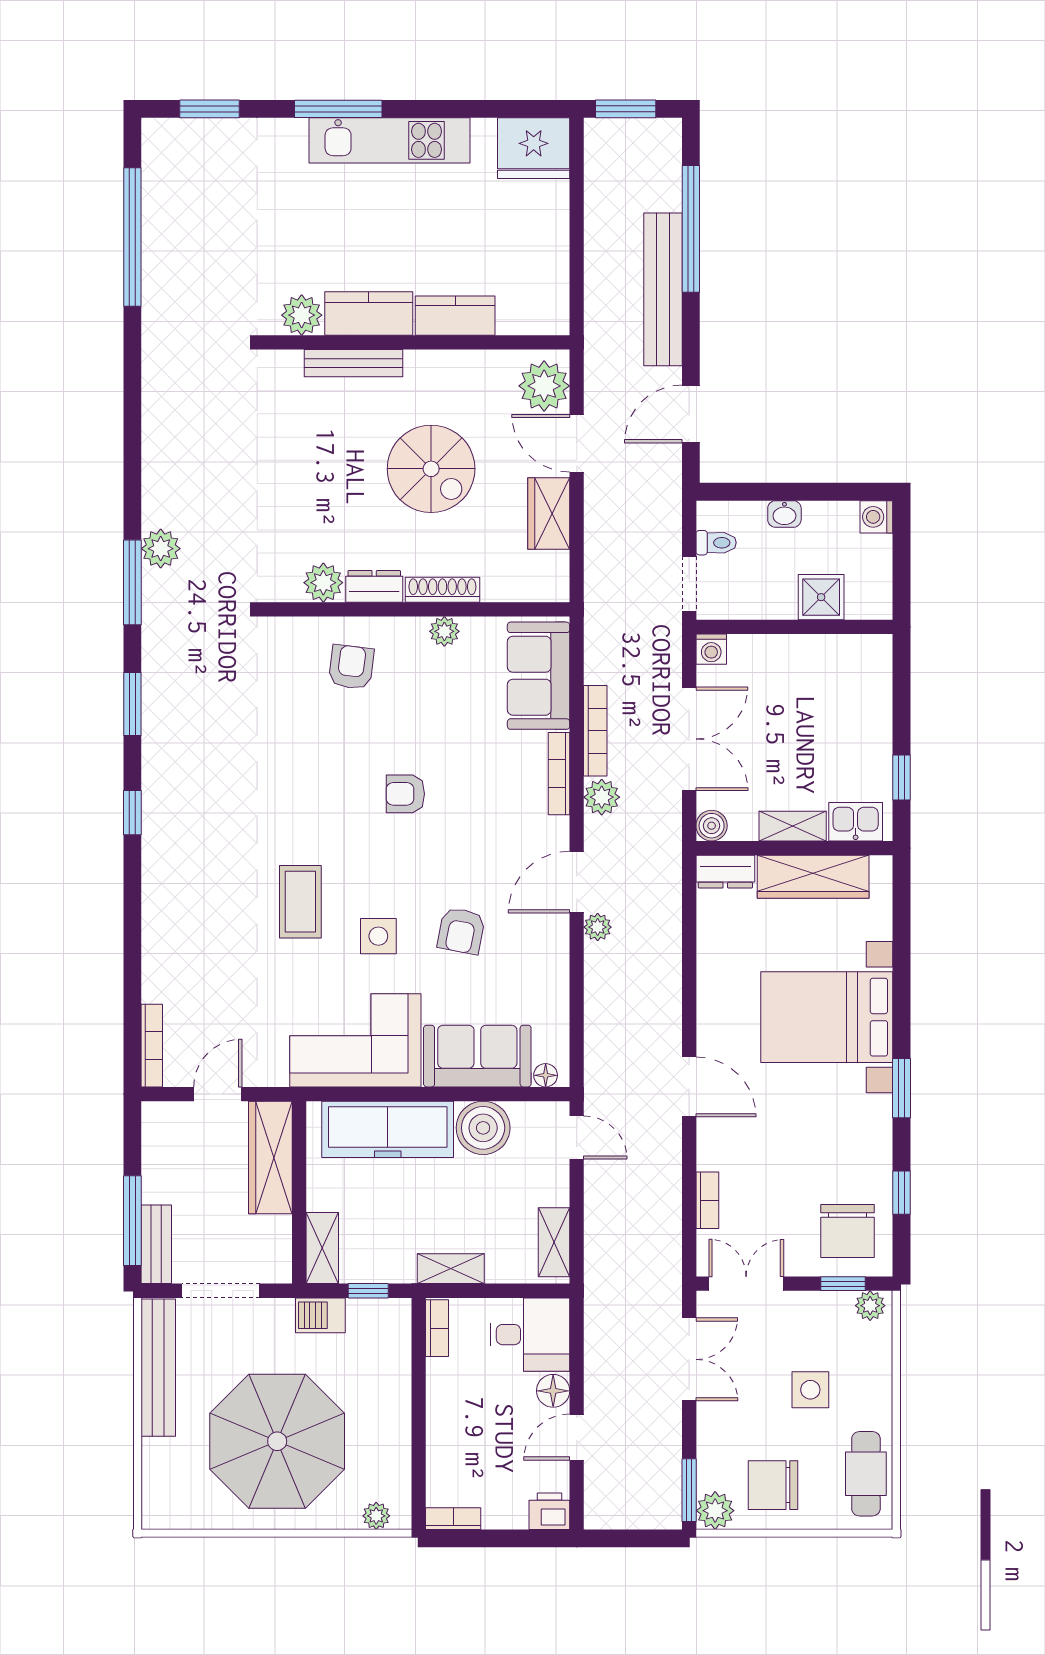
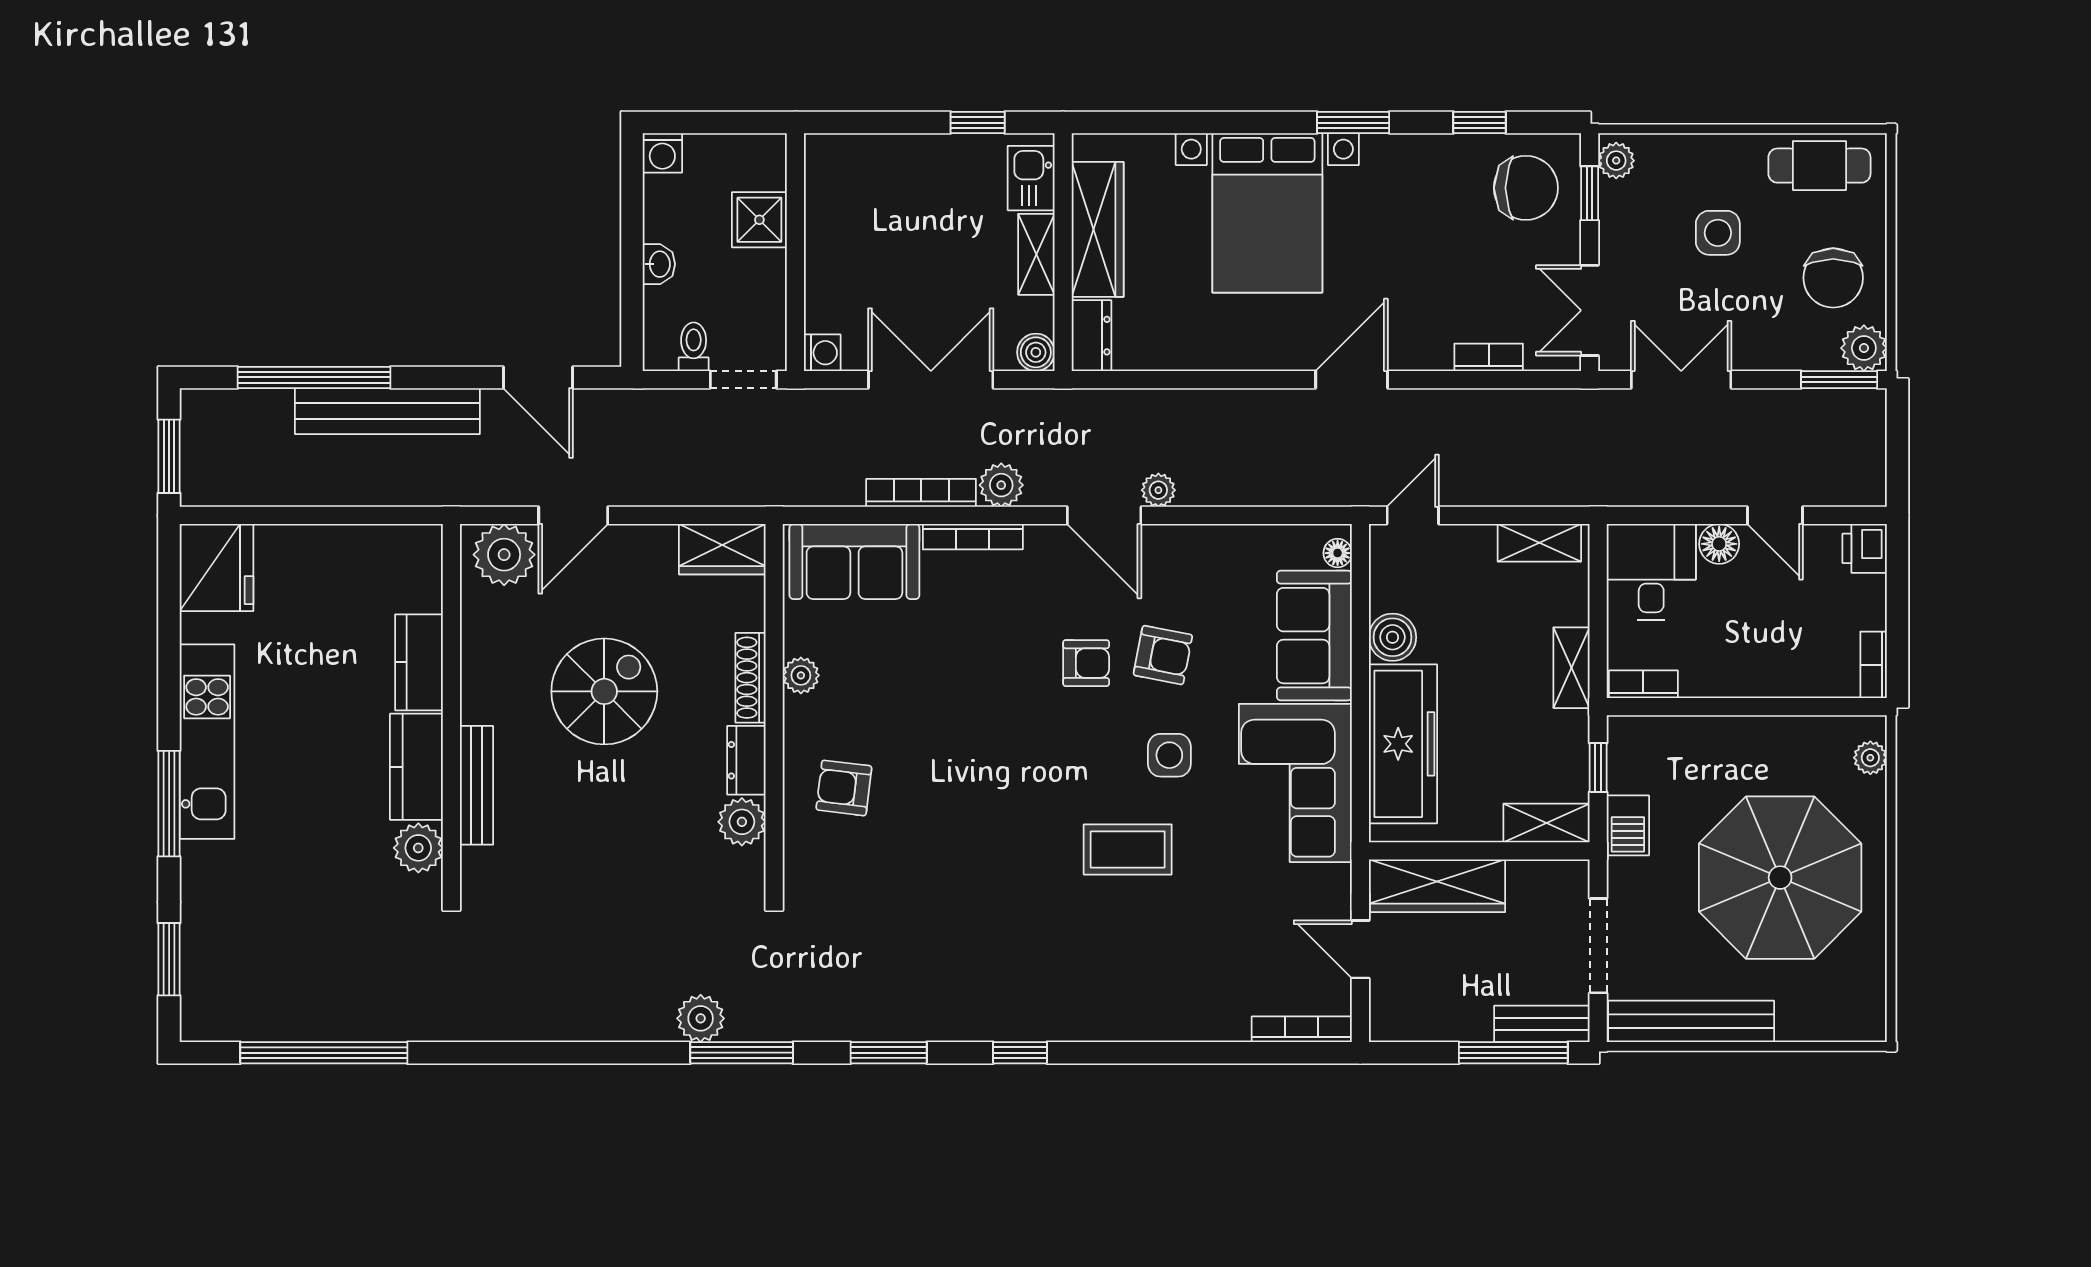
wardrobe: (549, 514) -> (722, 549), moved
armchair: (405, 794) -> (1086, 663), moved, turned -90
boiler: (483, 1128) -> (1392, 637), width x0.73, depth x0.73

